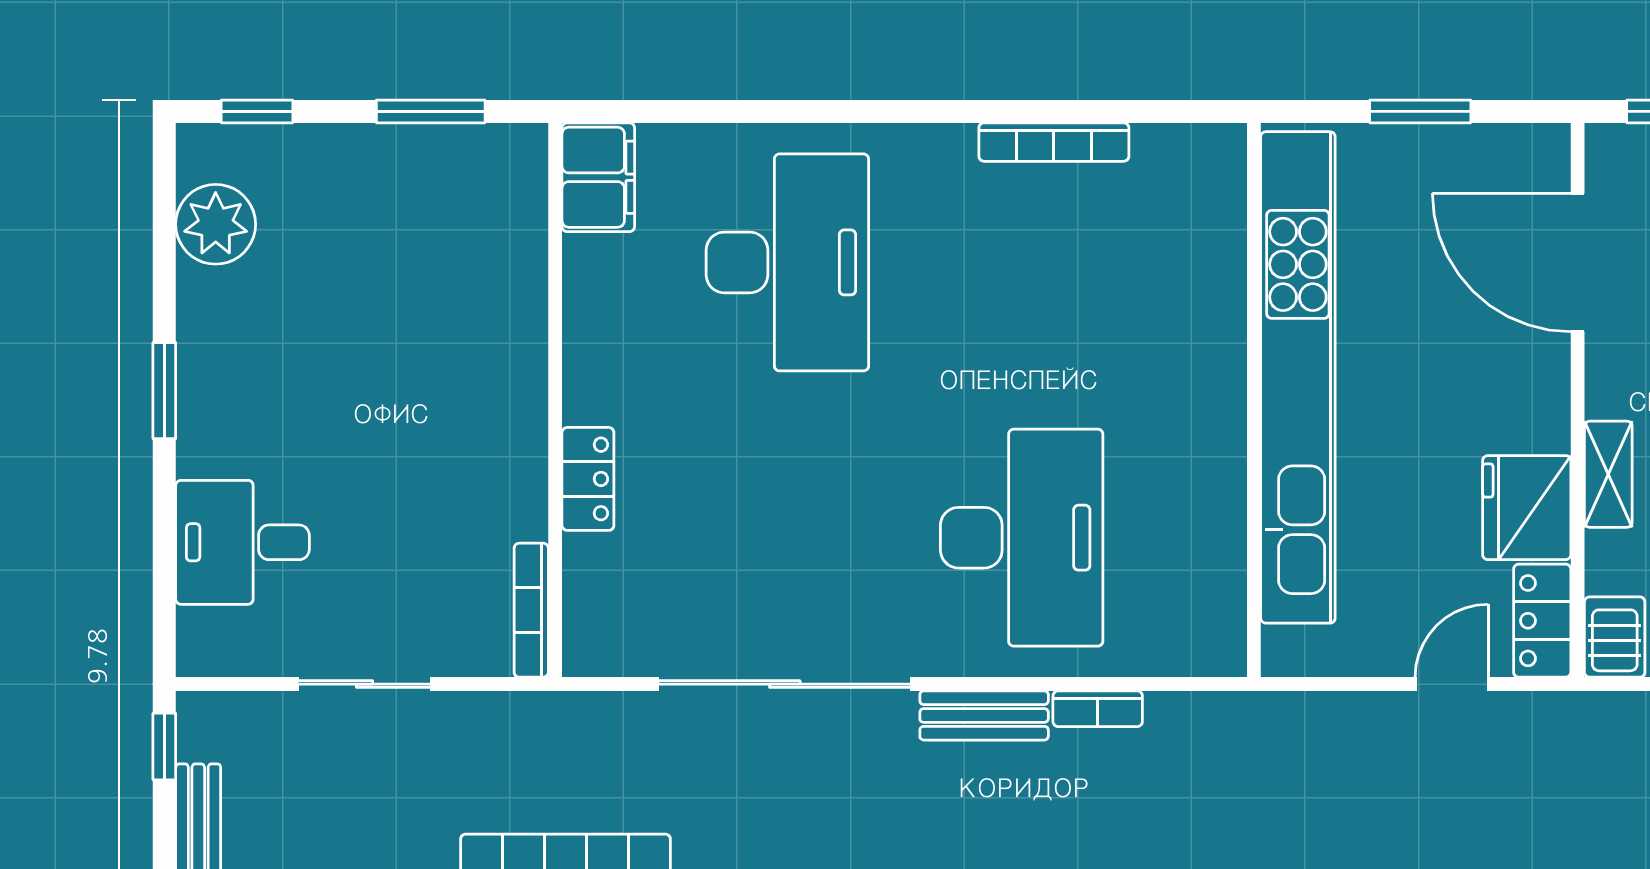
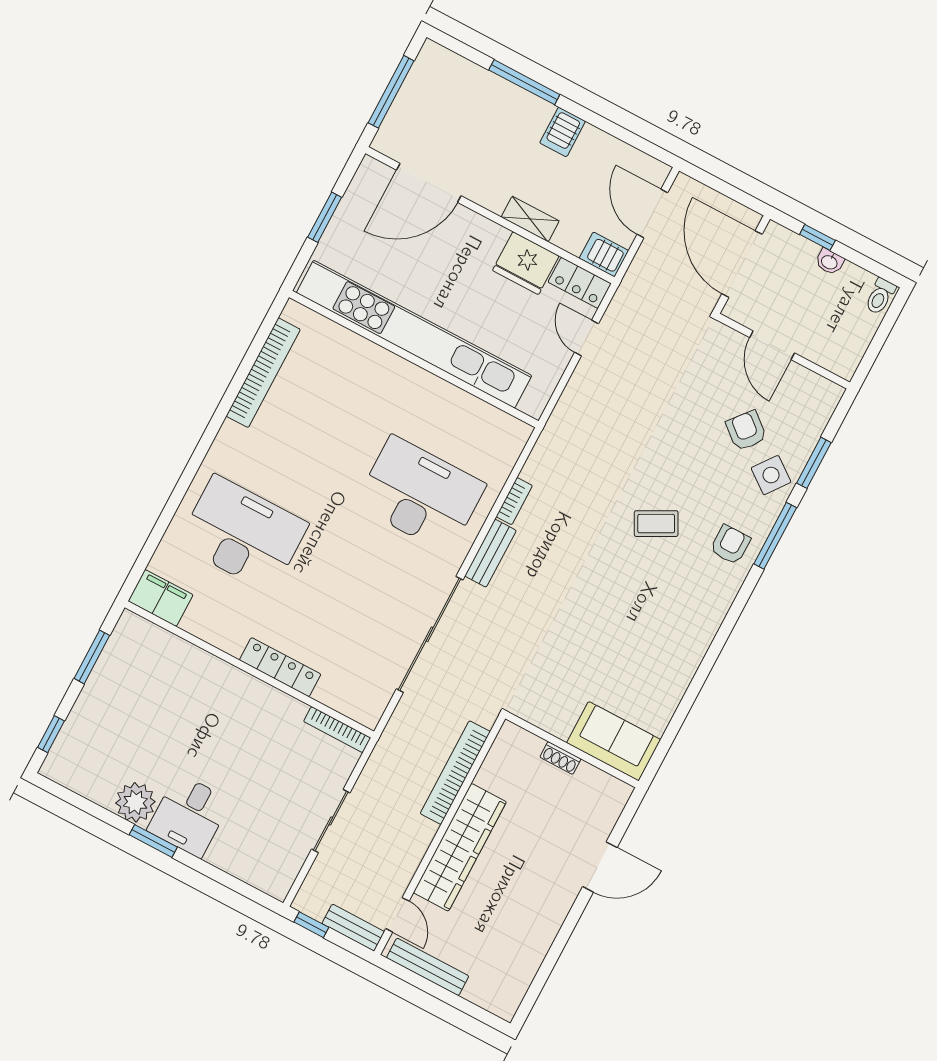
bookcase: (1054, 142) -> (263, 373), width x1.48, depth x1.31
plant: (216, 224) -> (135, 802), moved
locker: (588, 479) -> (280, 667), width x1.53
desk: (243, 542) -> (189, 815), moved

